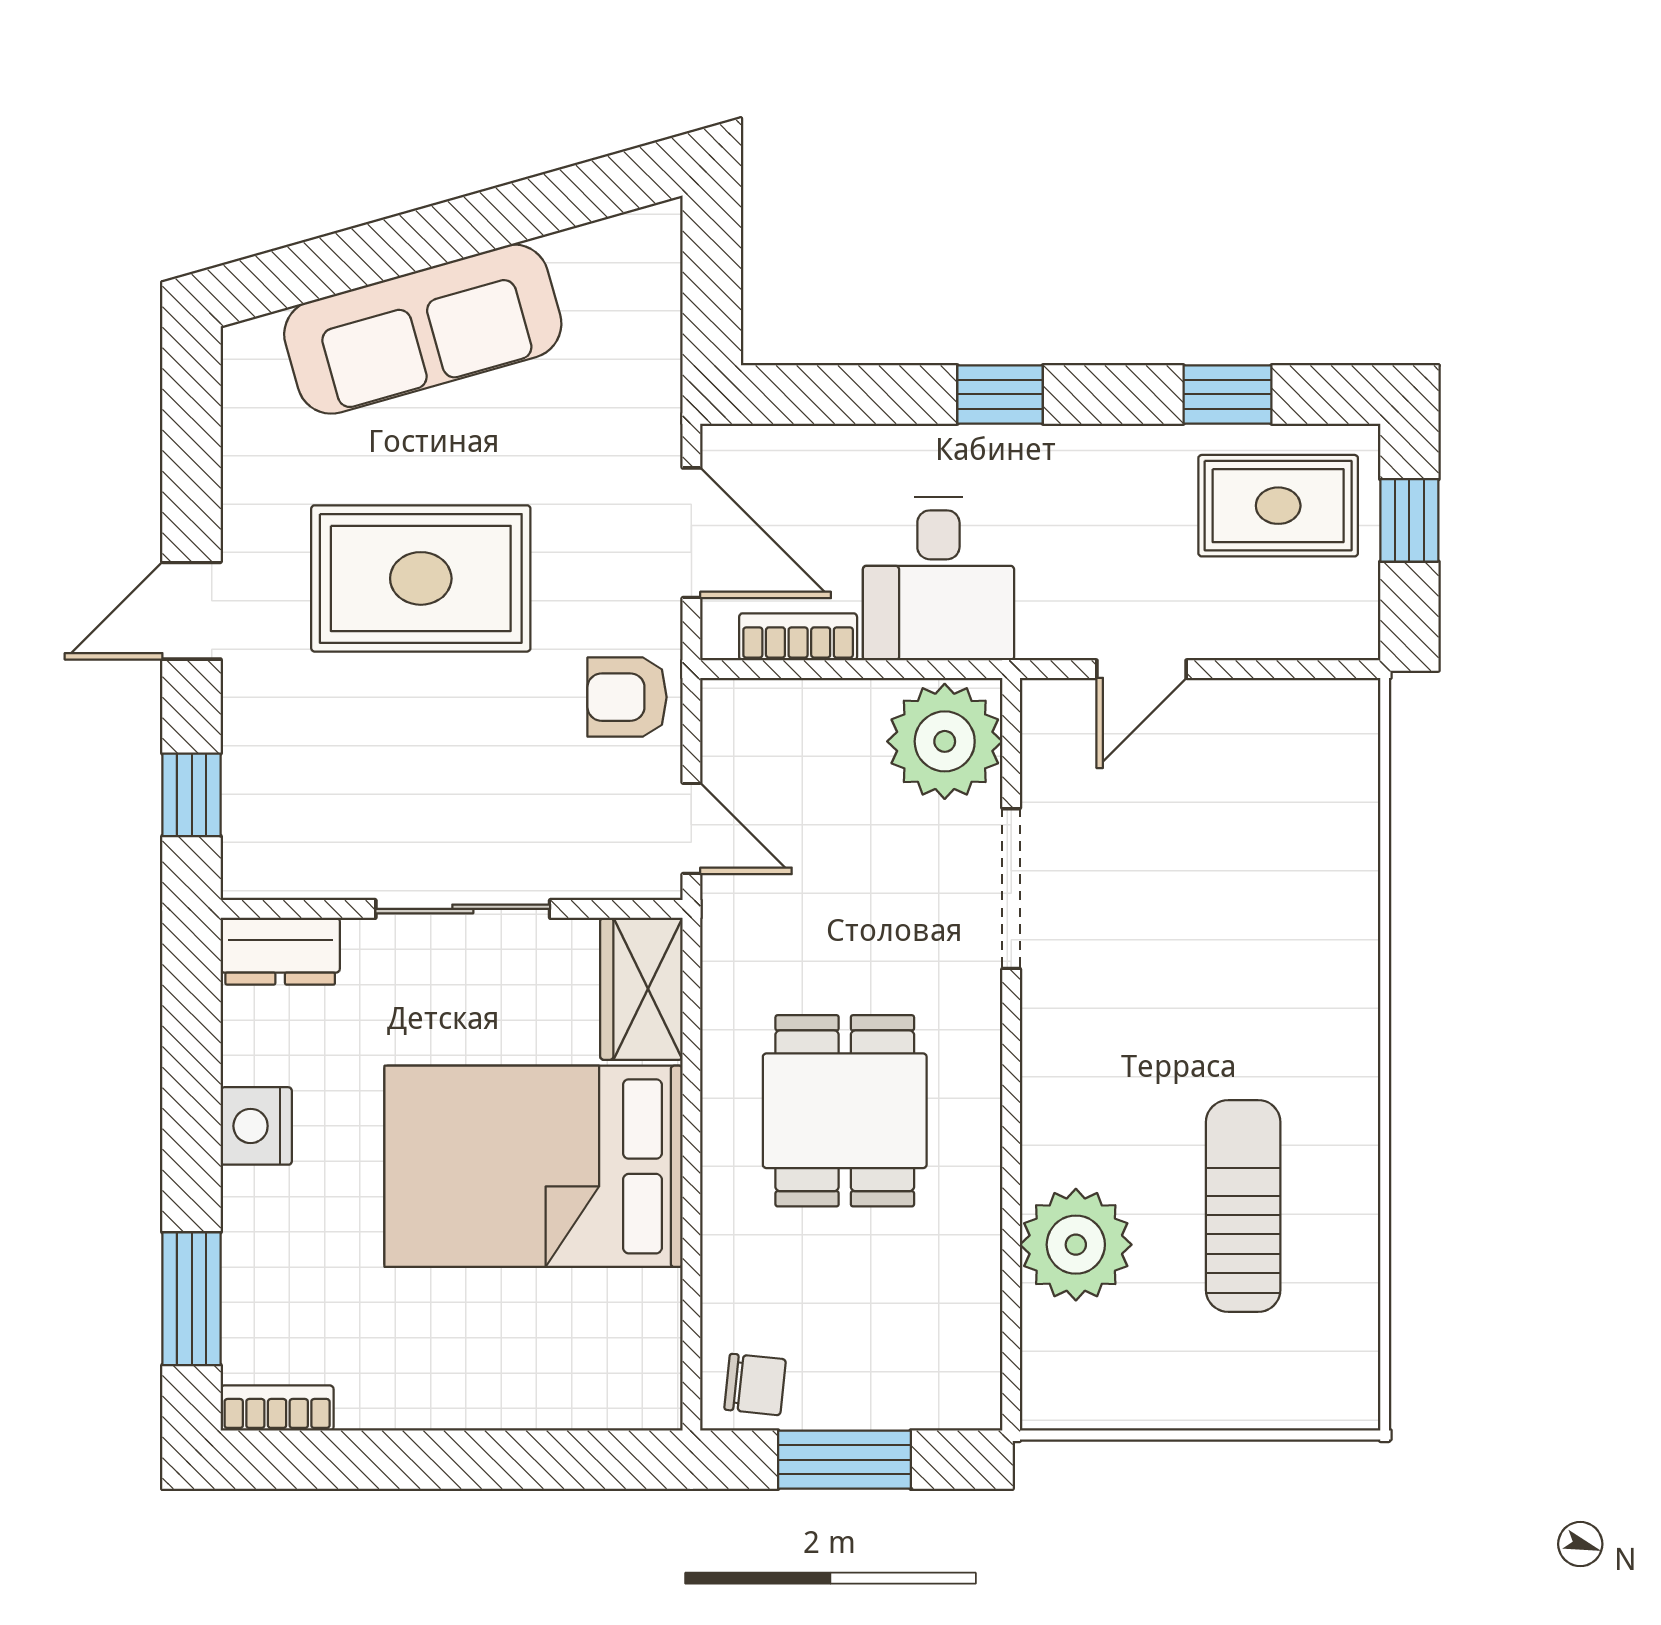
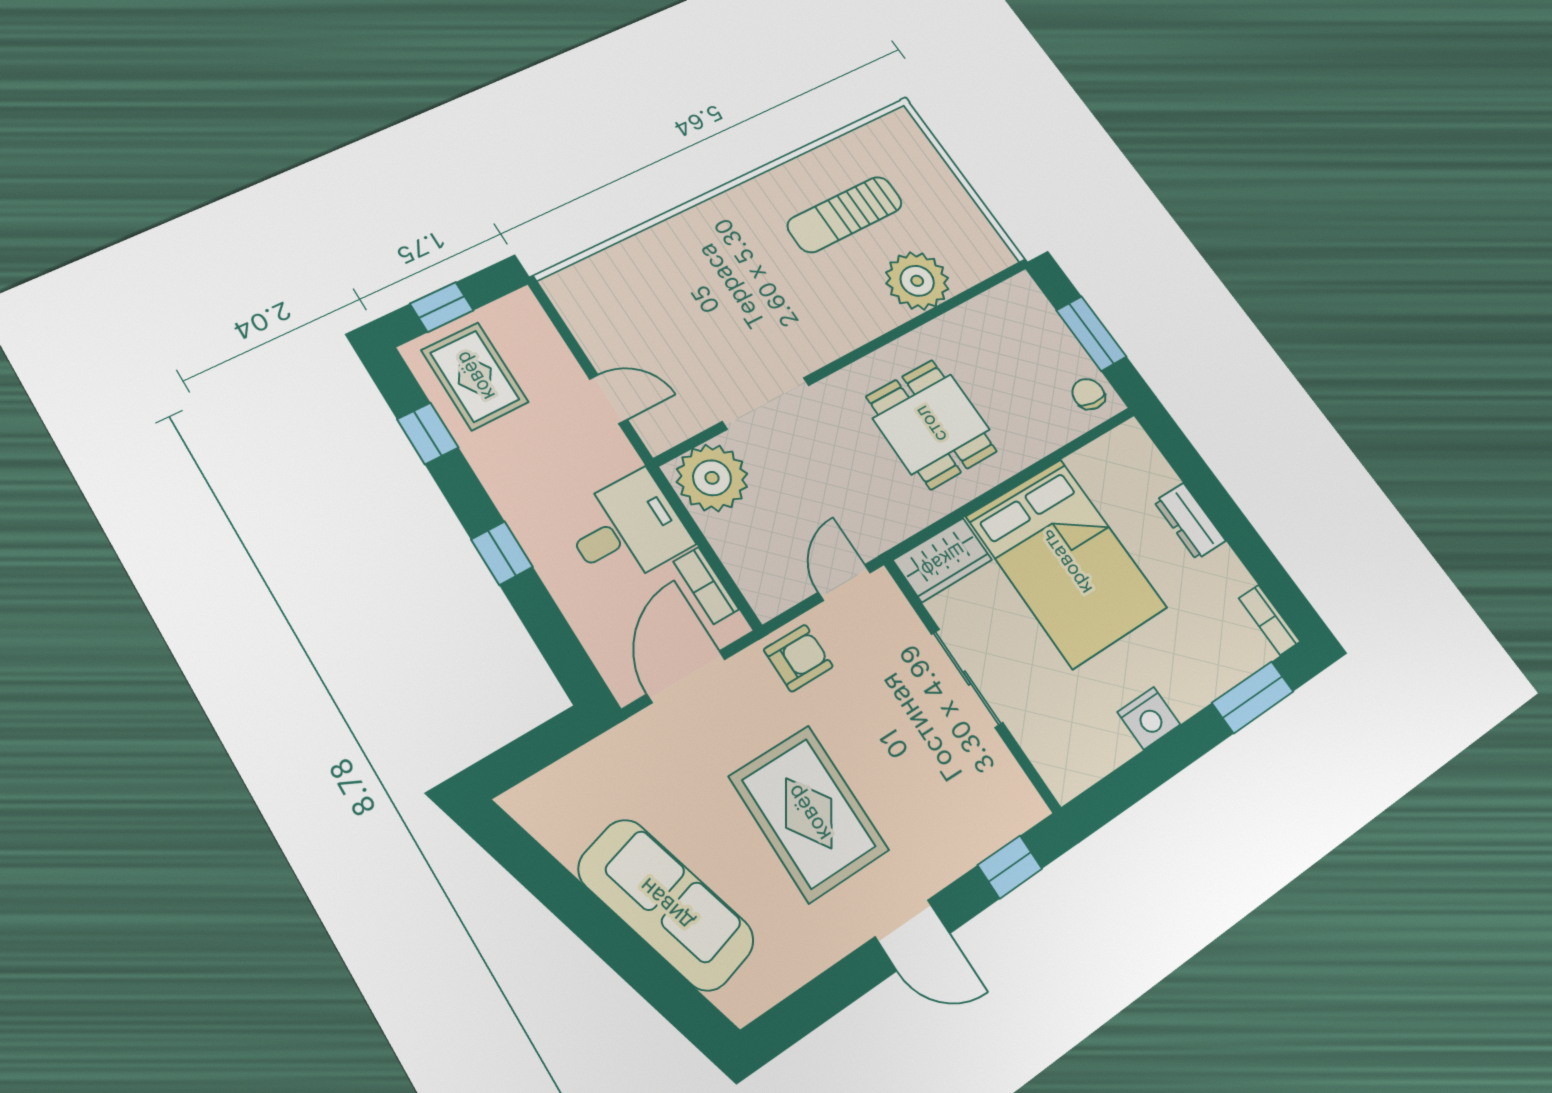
armchair: (627, 697) -> (798, 658), turned -90
dresser: (280, 951) -> (1190, 521), moved, turned 180
dining table: (845, 1111) -> (931, 424), turned 90

